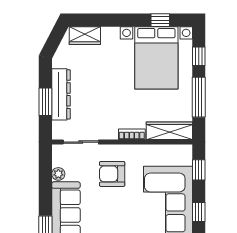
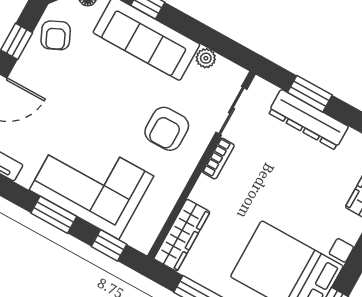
bookcase: (132, 134) -> (218, 158), moved
armchair: (112, 174) -> (167, 129), turned 180
window: (199, 212) -> (54, 215), width x1.50

